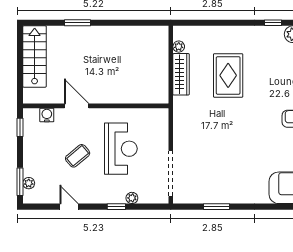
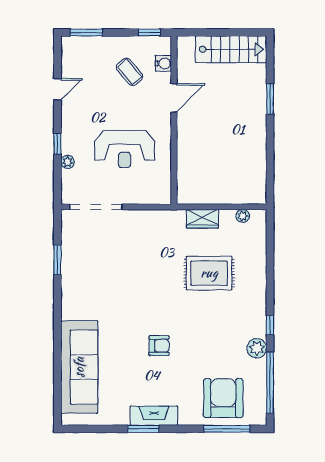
wardrobe: (181, 74) -> (203, 219), width x0.67
coffee table: (78, 156) -> (130, 72), moved
plant: (29, 183) -> (85, 43), removed

